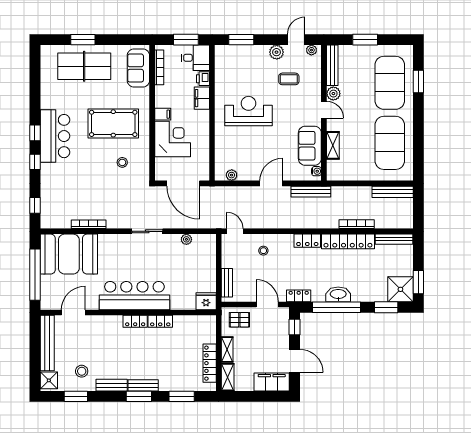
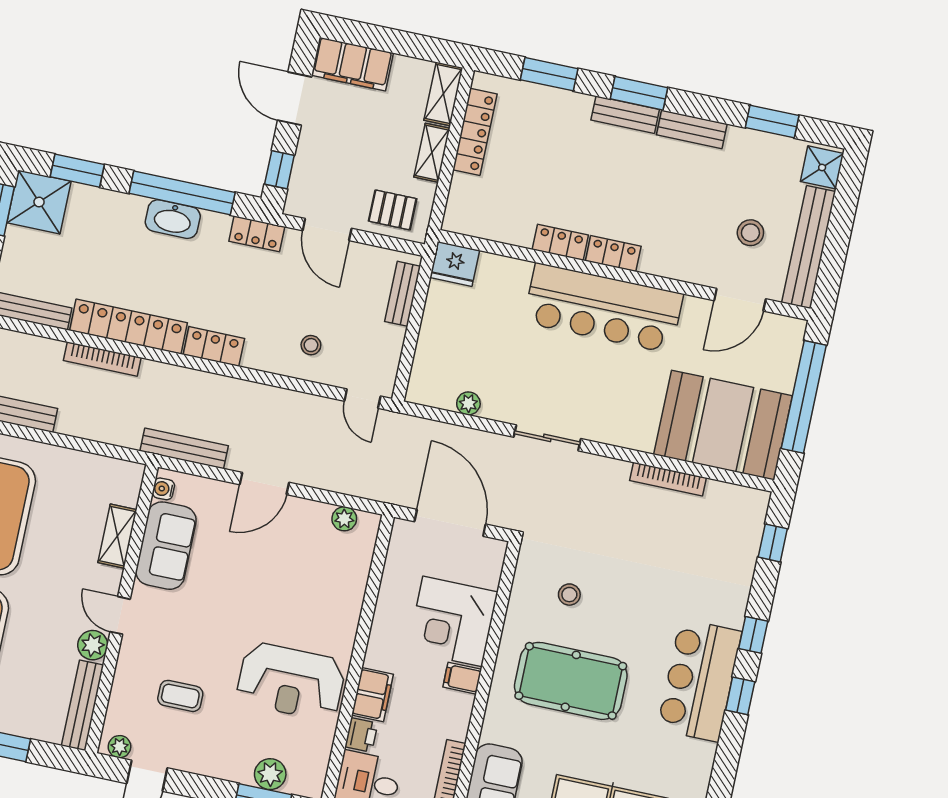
plant: (277, 52) -> (270, 774), moved
reception desk: (248, 111) -> (291, 681), moved
stool: (82, 371) -> (750, 233), moved

